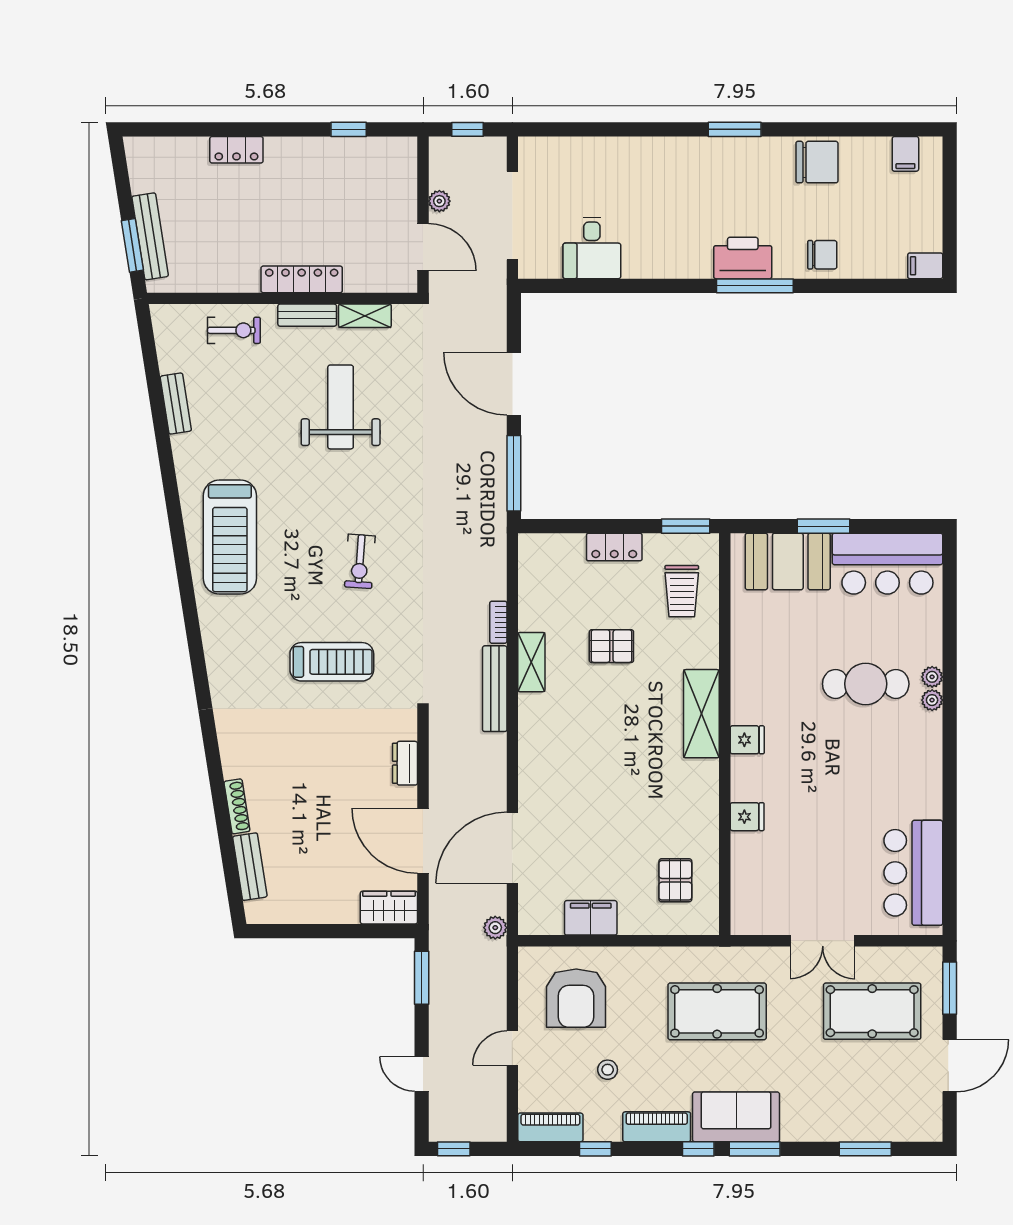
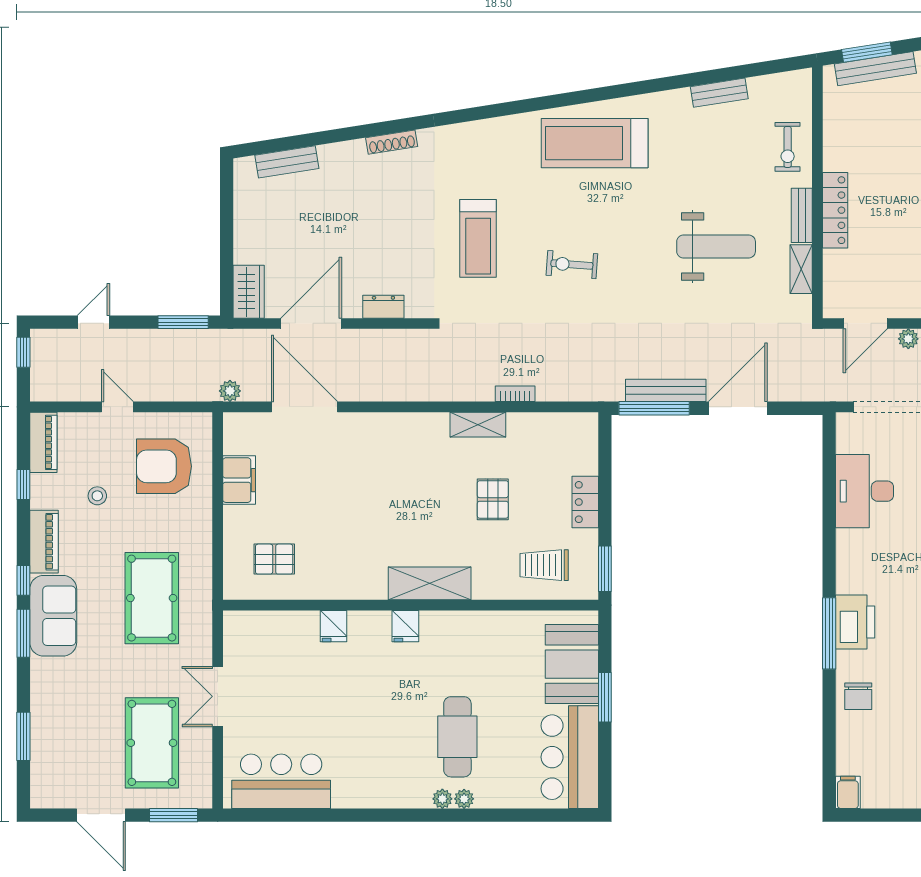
desk: (592, 248) -> (865, 491), width x1.37
bench: (495, 689) -> (666, 390), moved
shoe rack: (237, 806) -> (392, 142), moved

